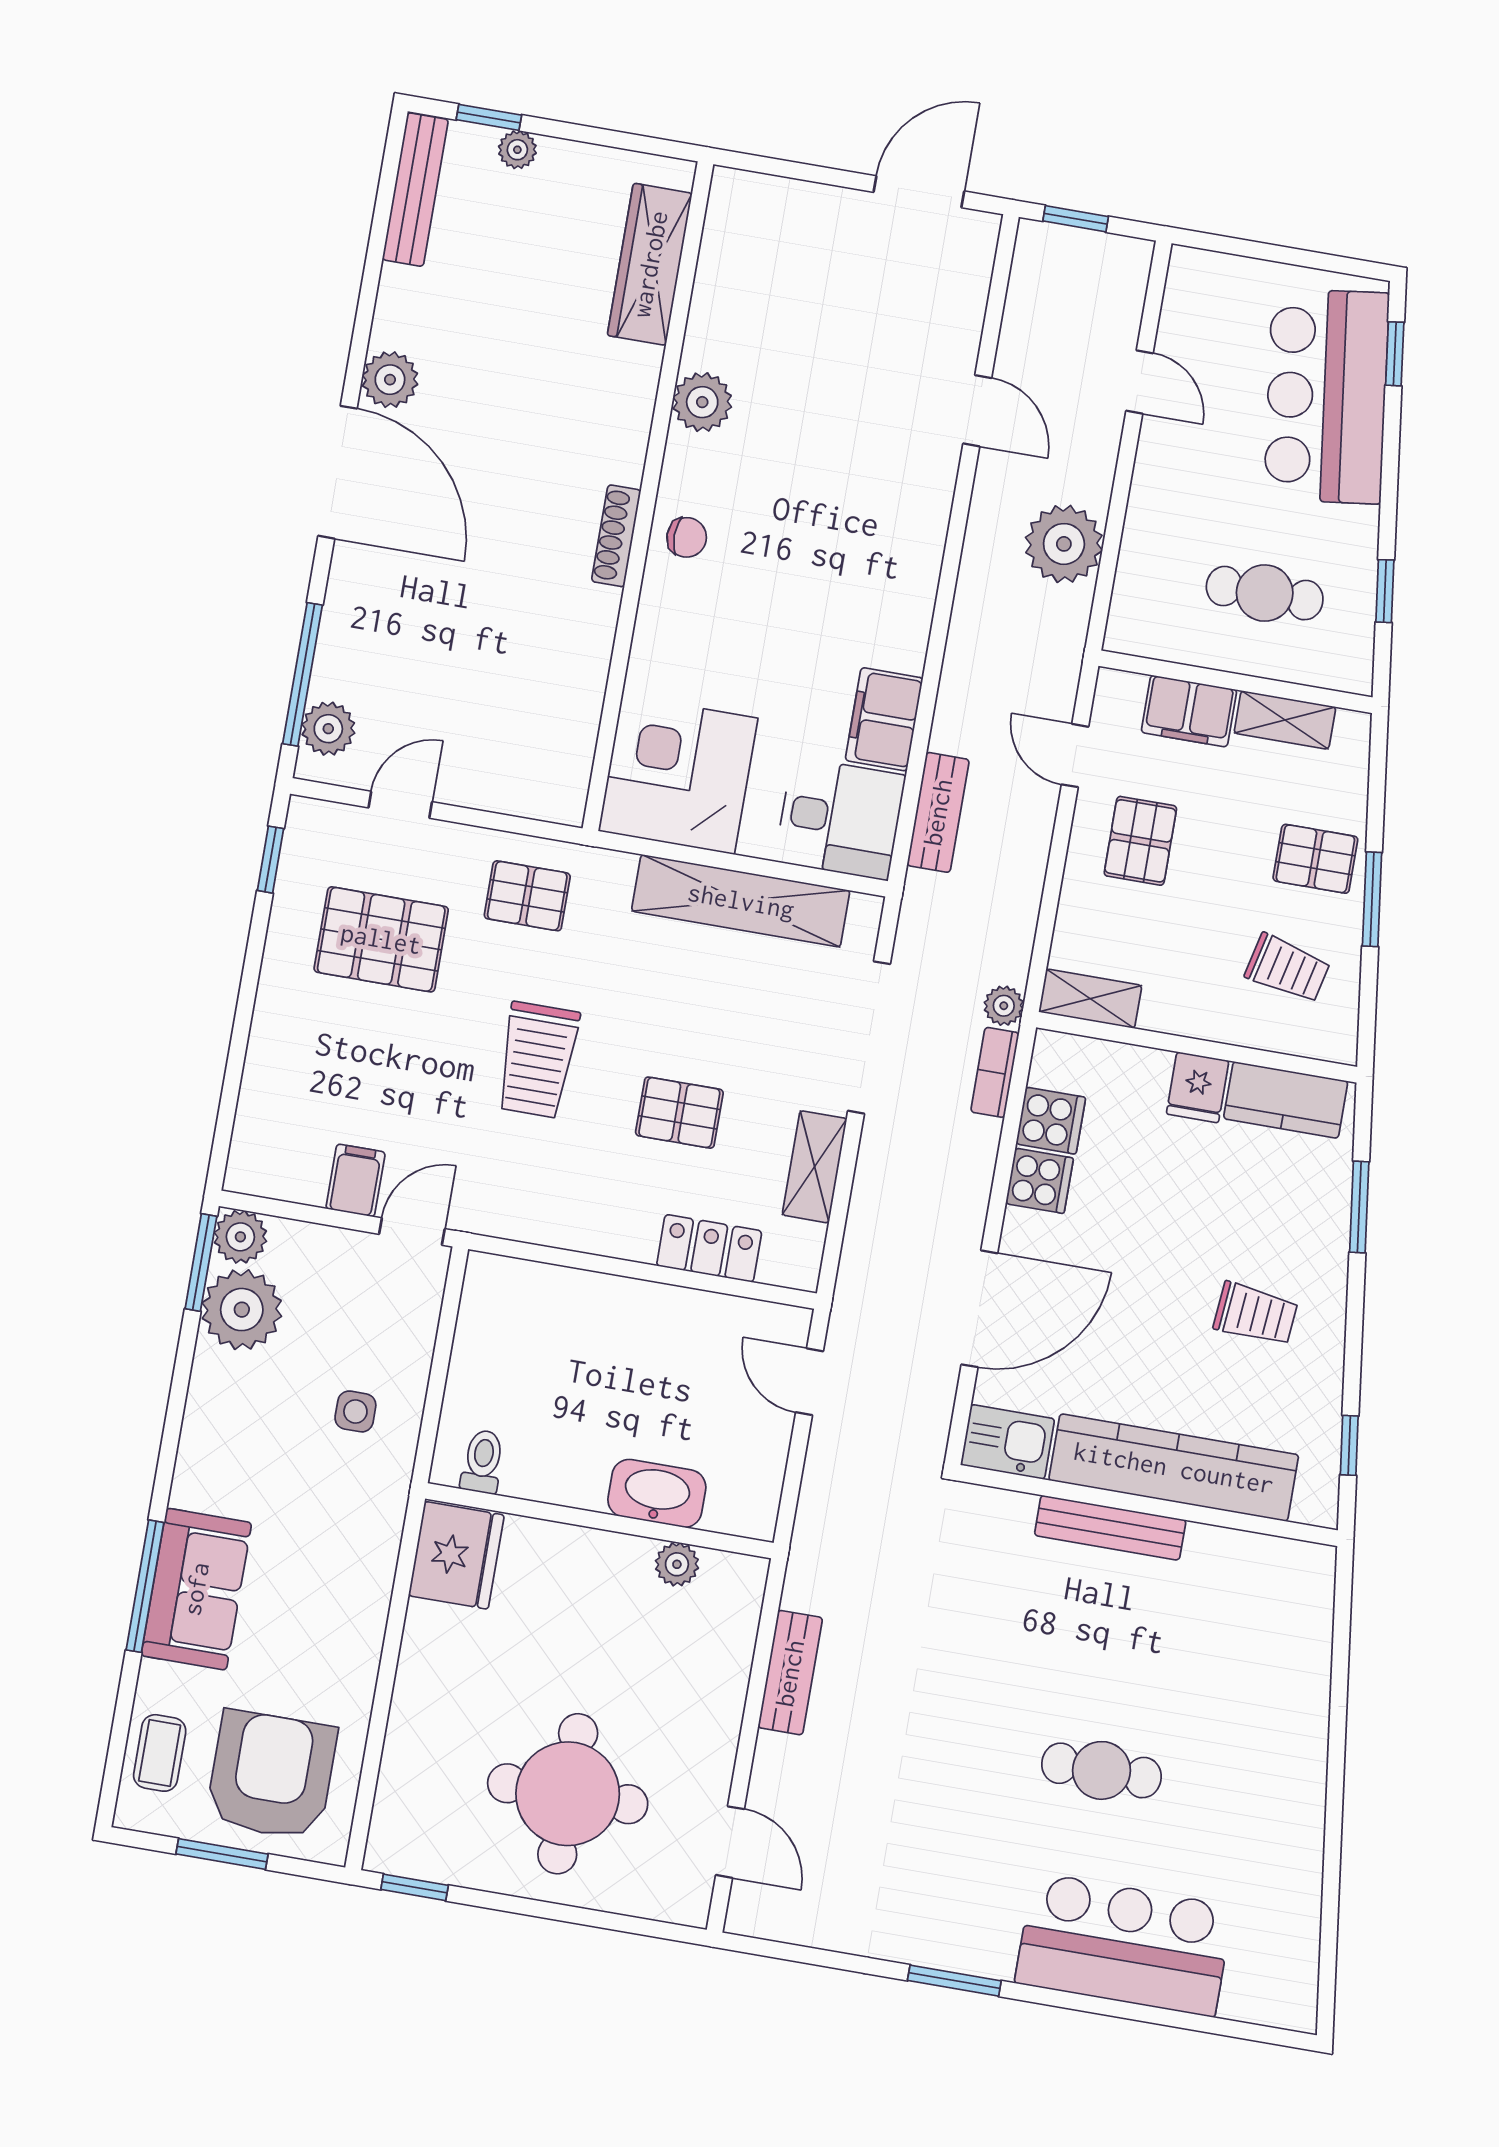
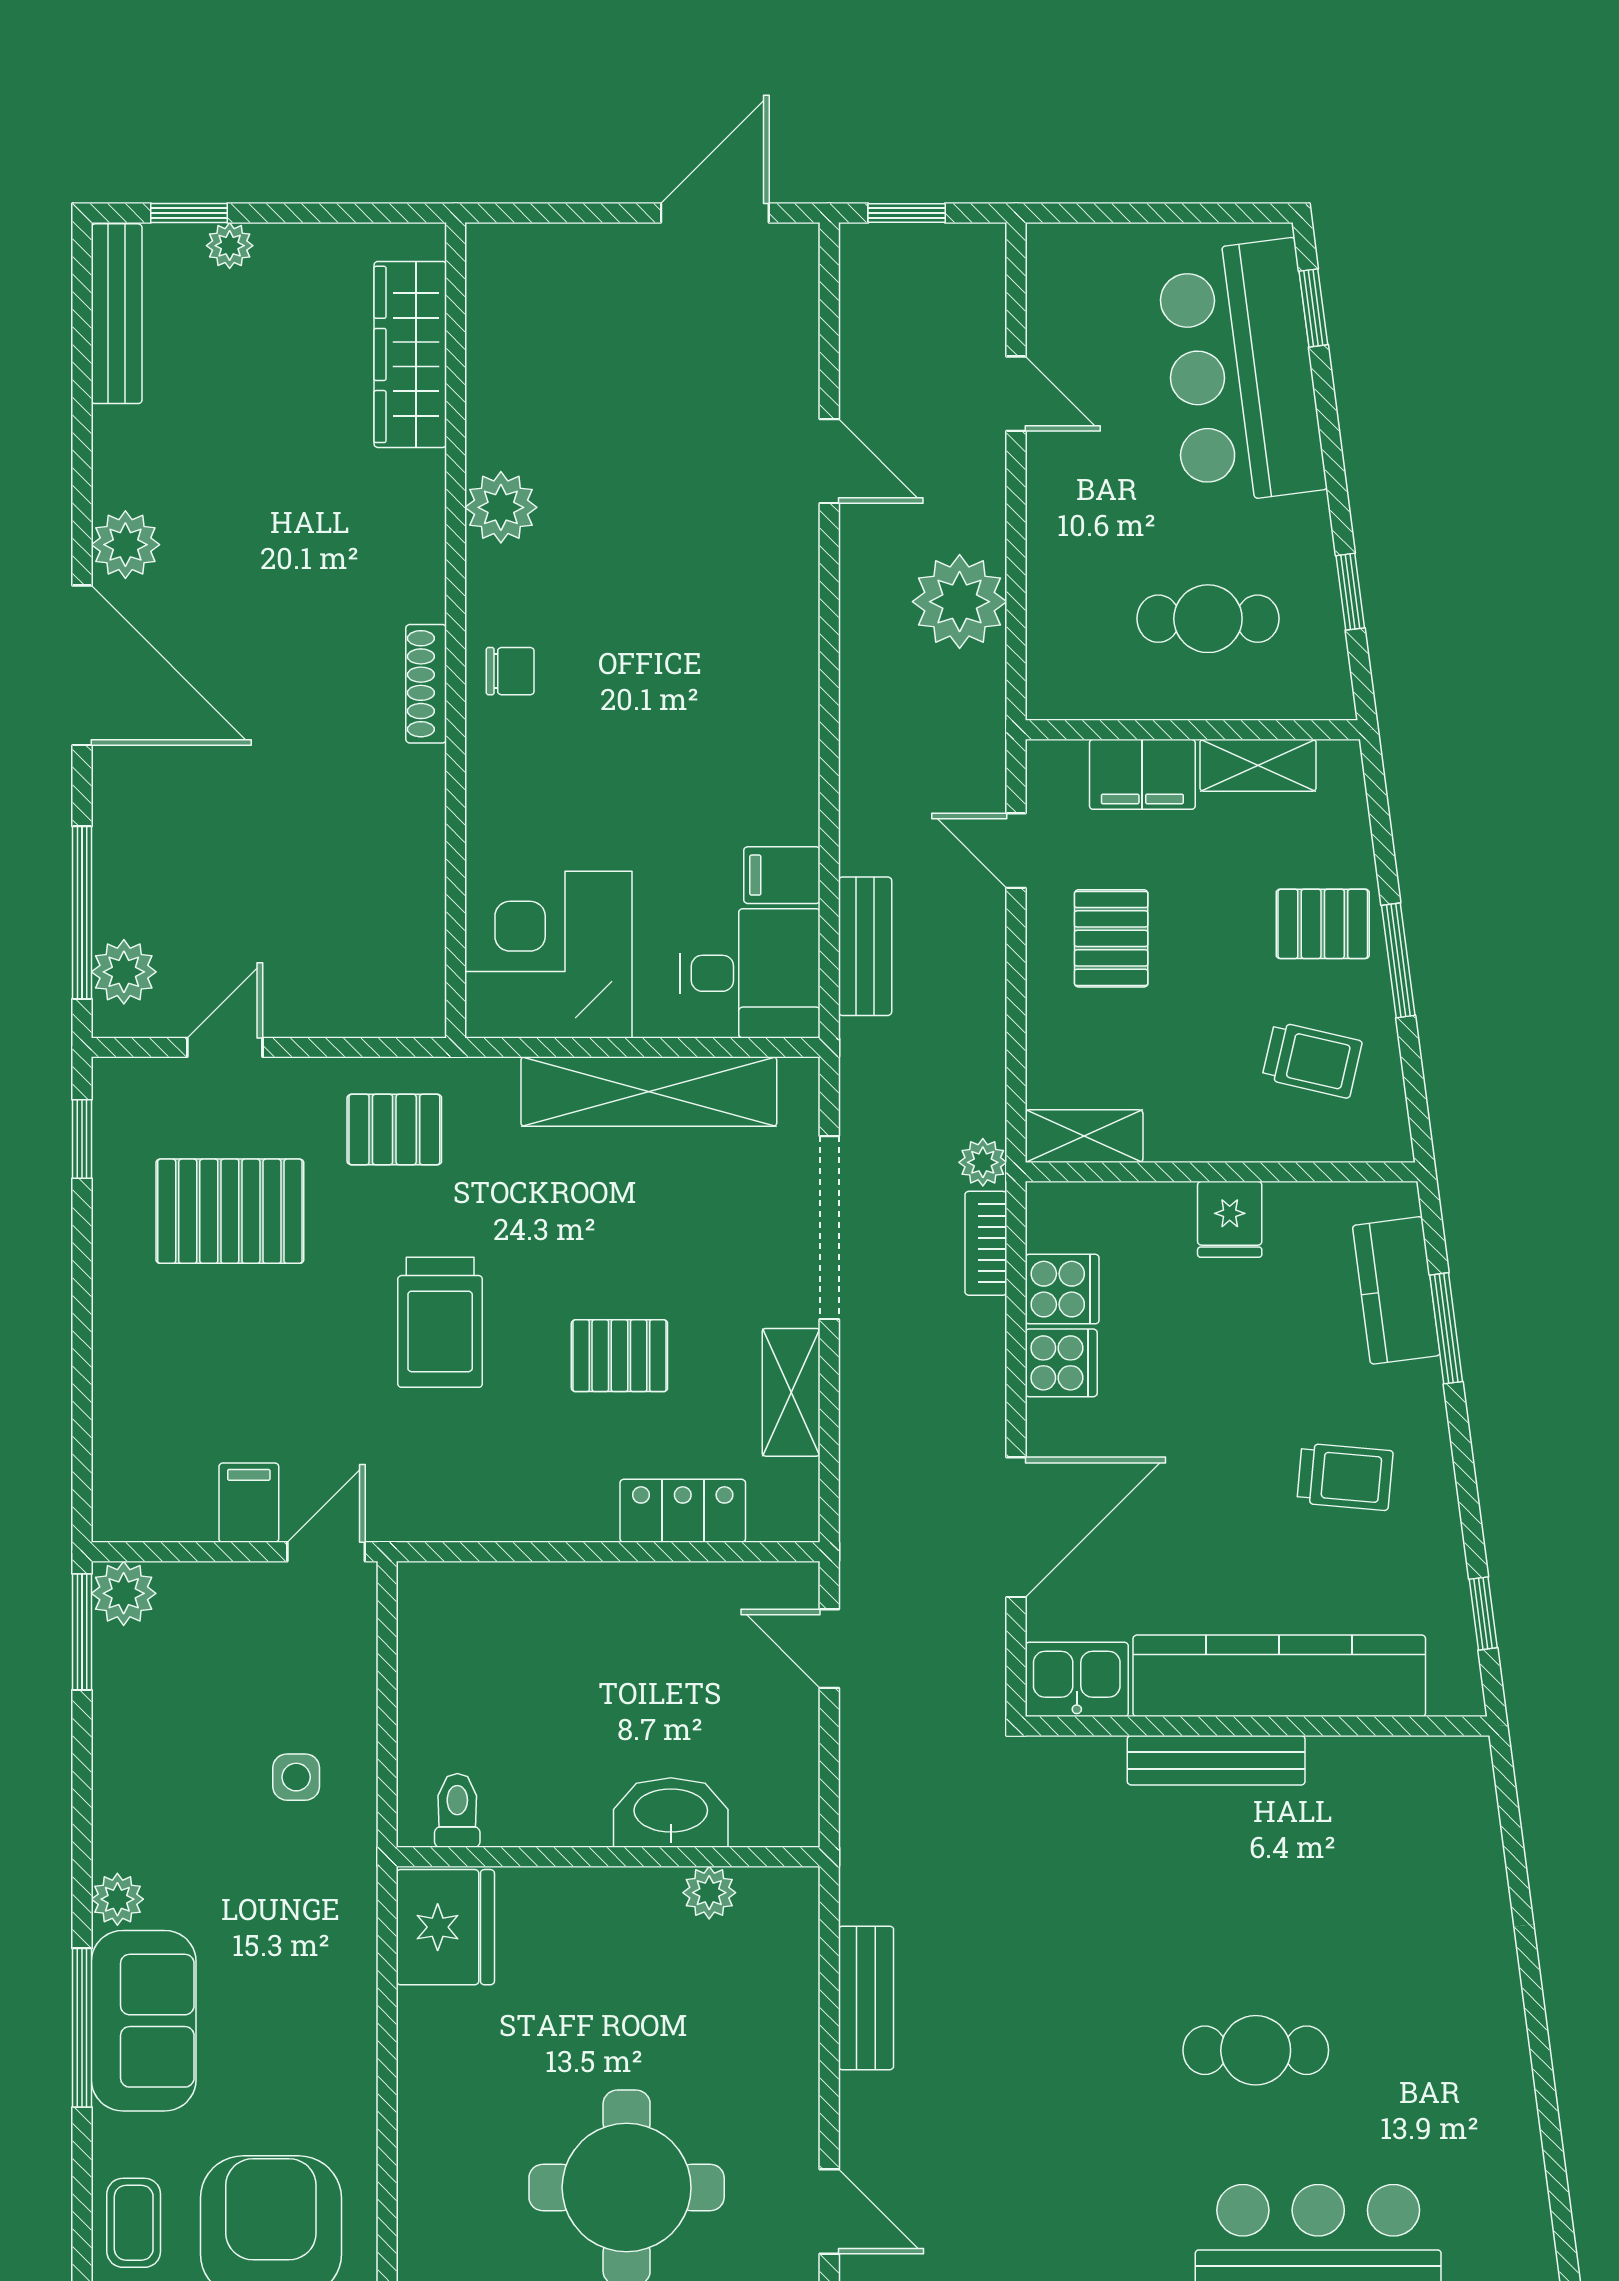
filing cabinet: (884, 719) -> (782, 875), width x0.50
kitchen counter: (1286, 1100) -> (1396, 1290), moved, turned 83
plant: (242, 1310) -> (117, 1899), moved, width x0.53, depth x0.53

